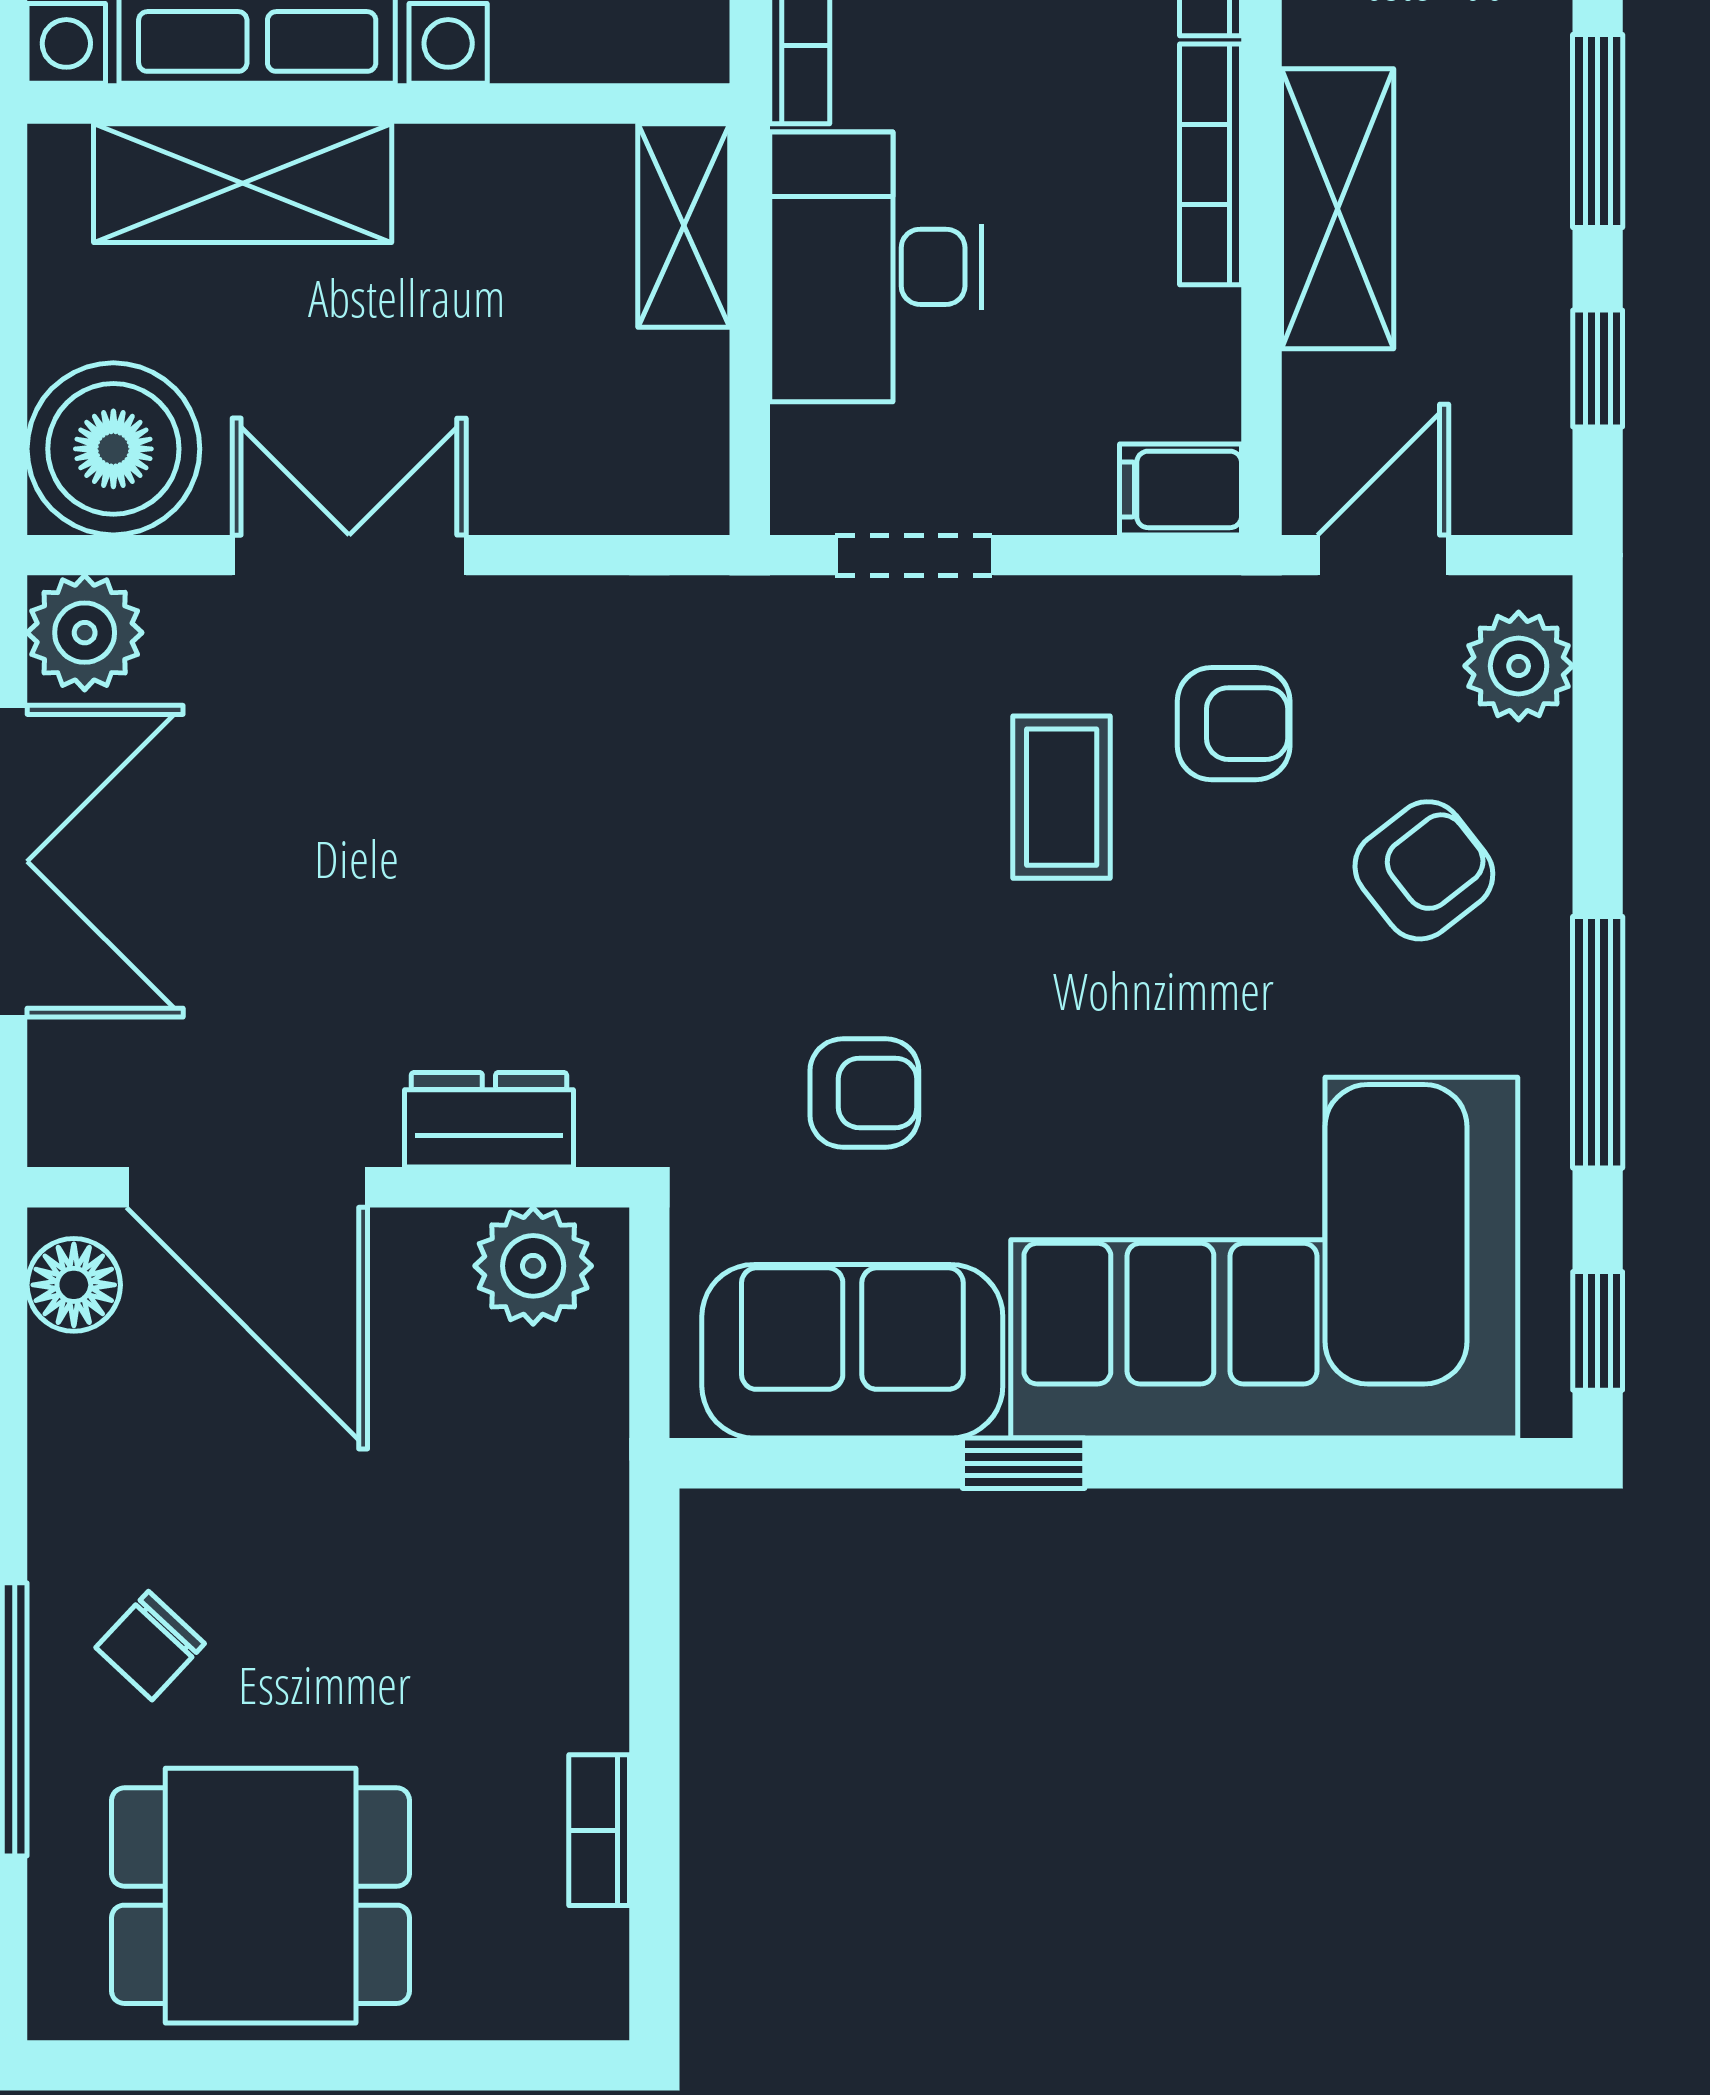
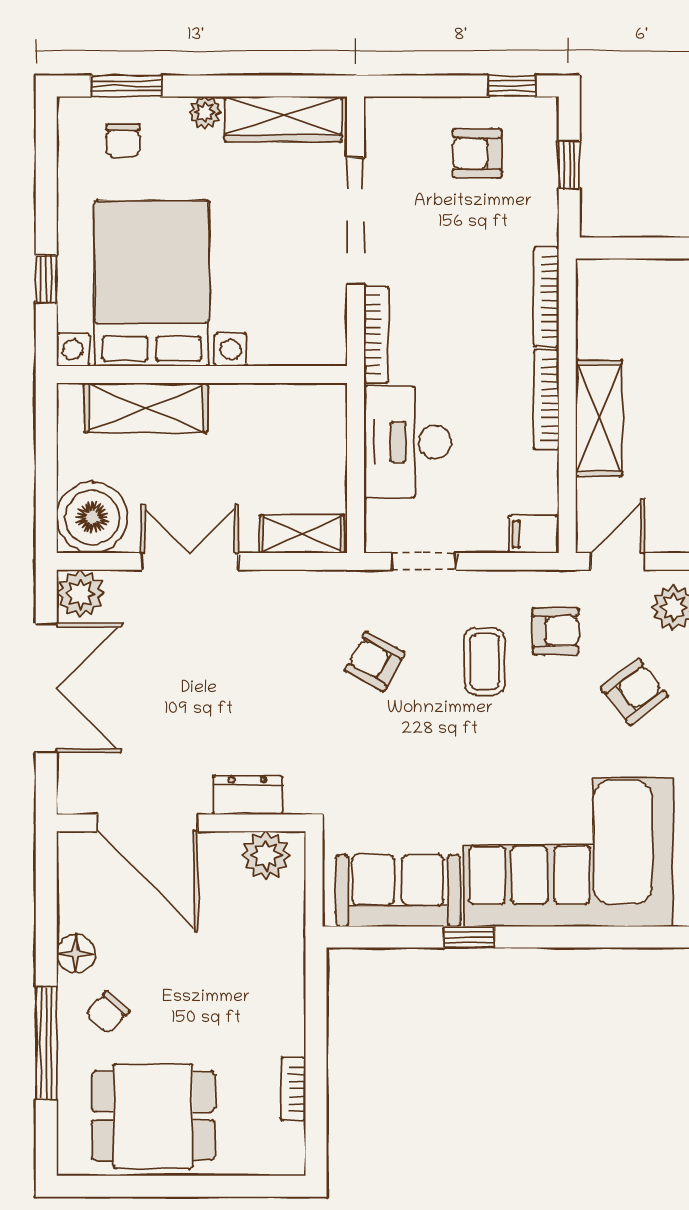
shelving: (684, 226) -> (302, 534), moved, turned 90
armchair: (864, 1093) -> (375, 662), moved, turned -151
floor lamp: (74, 1285) -> (76, 954), moved

